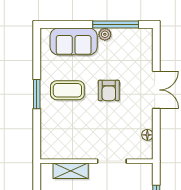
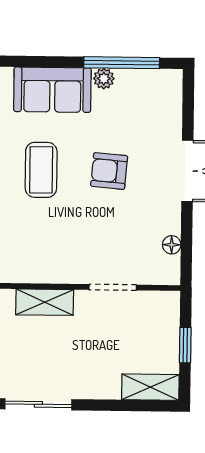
coffee table: (67, 90) -> (41, 170), turned 90
armchair: (109, 90) -> (109, 171), turned 95

